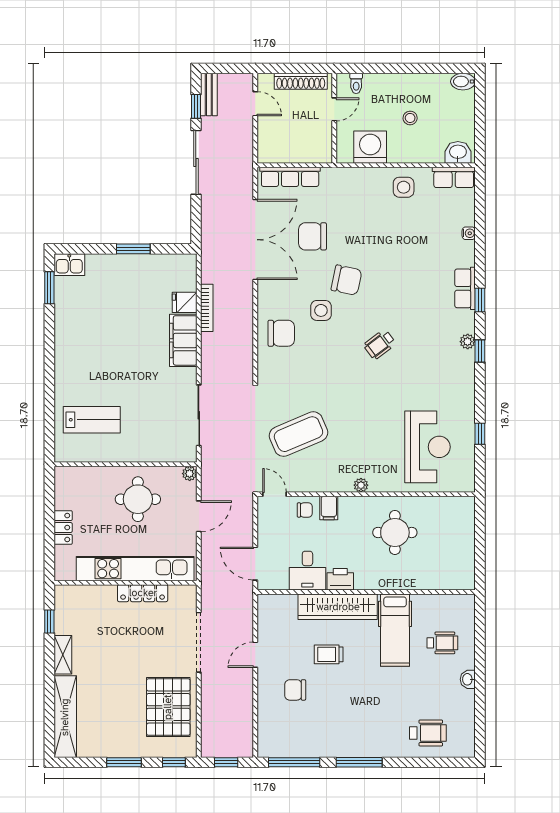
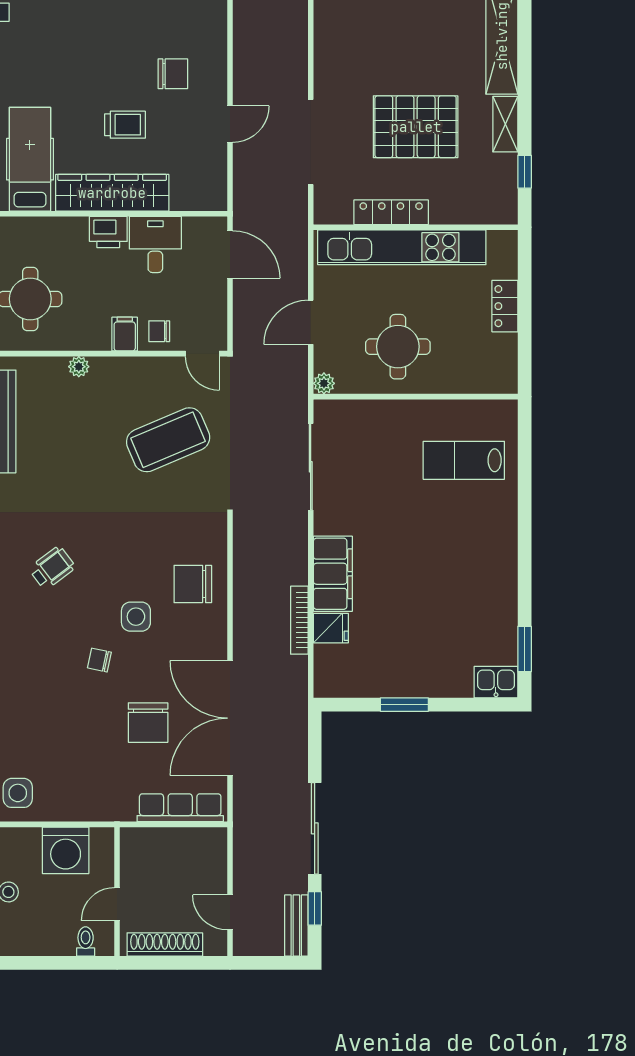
chair: (313, 236) -> (148, 723), turned 90
chair: (346, 280) -> (99, 660), width x0.54, depth x0.54
pallet: (168, 707) -> (416, 127), moved, turned 90

